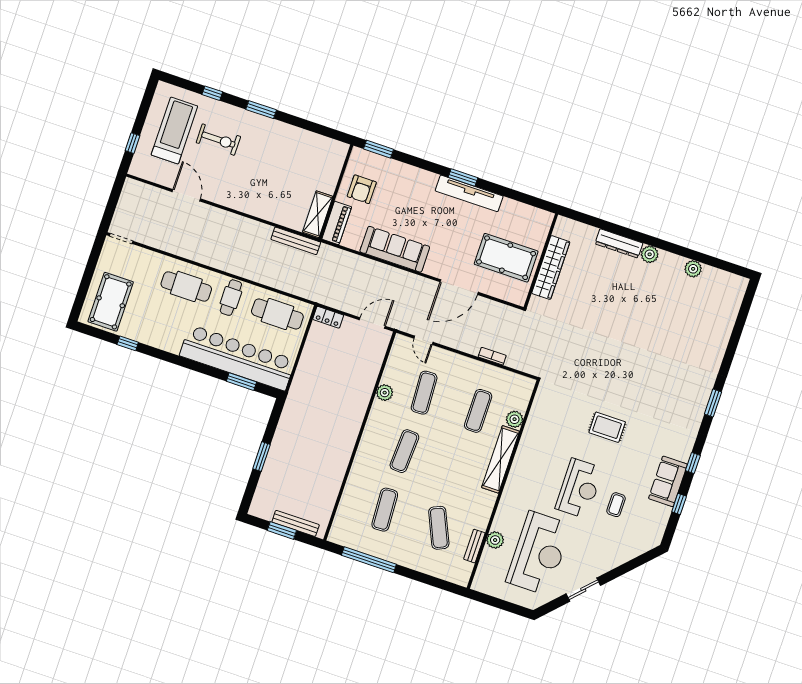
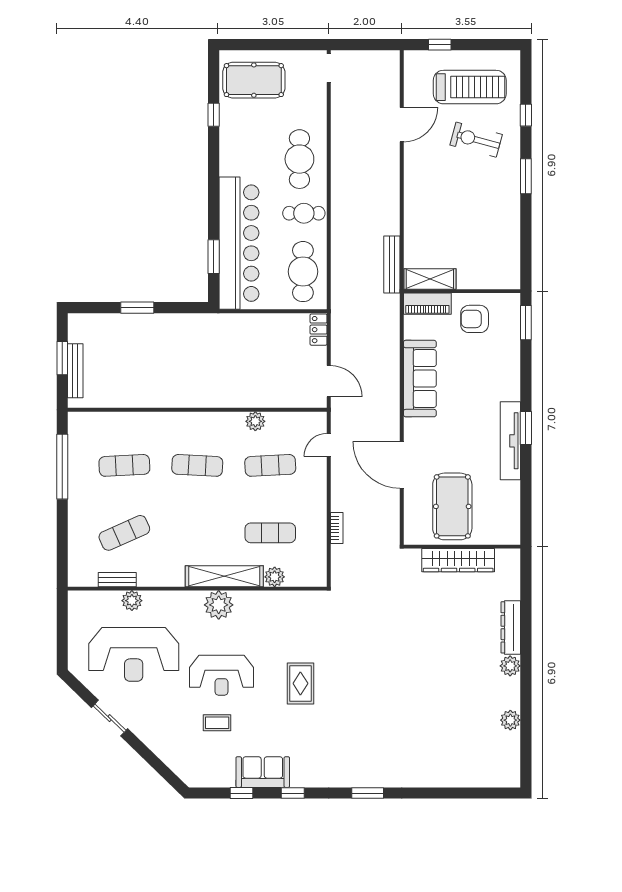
exercise bike: (218, 140) -> (476, 140), turned 105
plant: (522, 472) -> (219, 605), added

